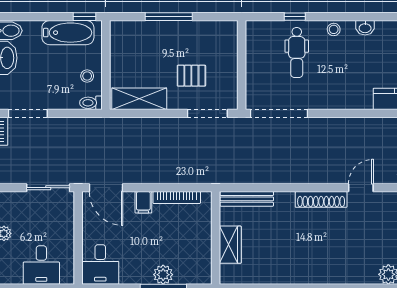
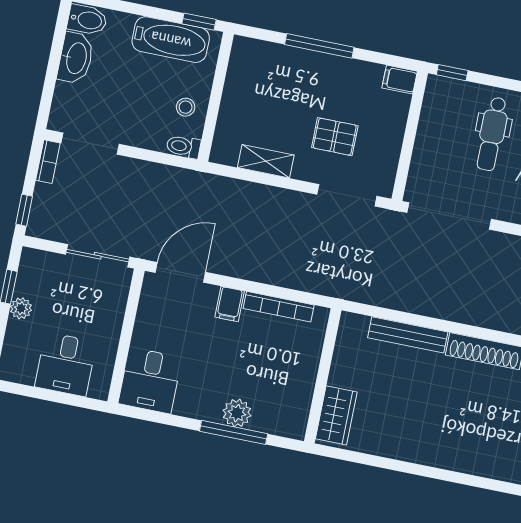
window: (295, 17) -> (452, 73), moved
filing cabinet: (227, 28) -> (400, 80), added
shelving: (139, 99) -> (266, 161), width x0.67, depth x0.75
door: (106, 188) -> (180, 272), swing flipped
bench: (247, 199) -> (408, 335), moved
wardrobe: (230, 245) -> (336, 415), moved

